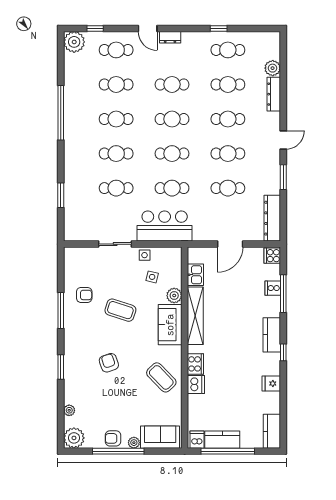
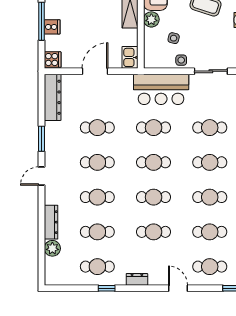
dresser: (170, 37) -> (137, 279), moved
kitchen sink: (195, 275) -> (130, 57), moved

